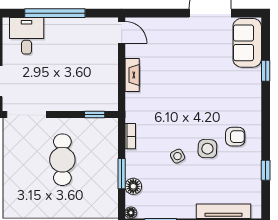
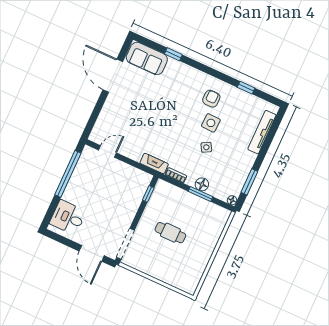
window: (55, 13) -> (68, 174), moved
door: (122, 32) -> (108, 151), moved
fireplace: (132, 75) -> (154, 163), moved
cafe table: (62, 160) -> (170, 233), width x0.73, depth x0.74
floor lamp: (133, 186) -> (202, 184), moved

